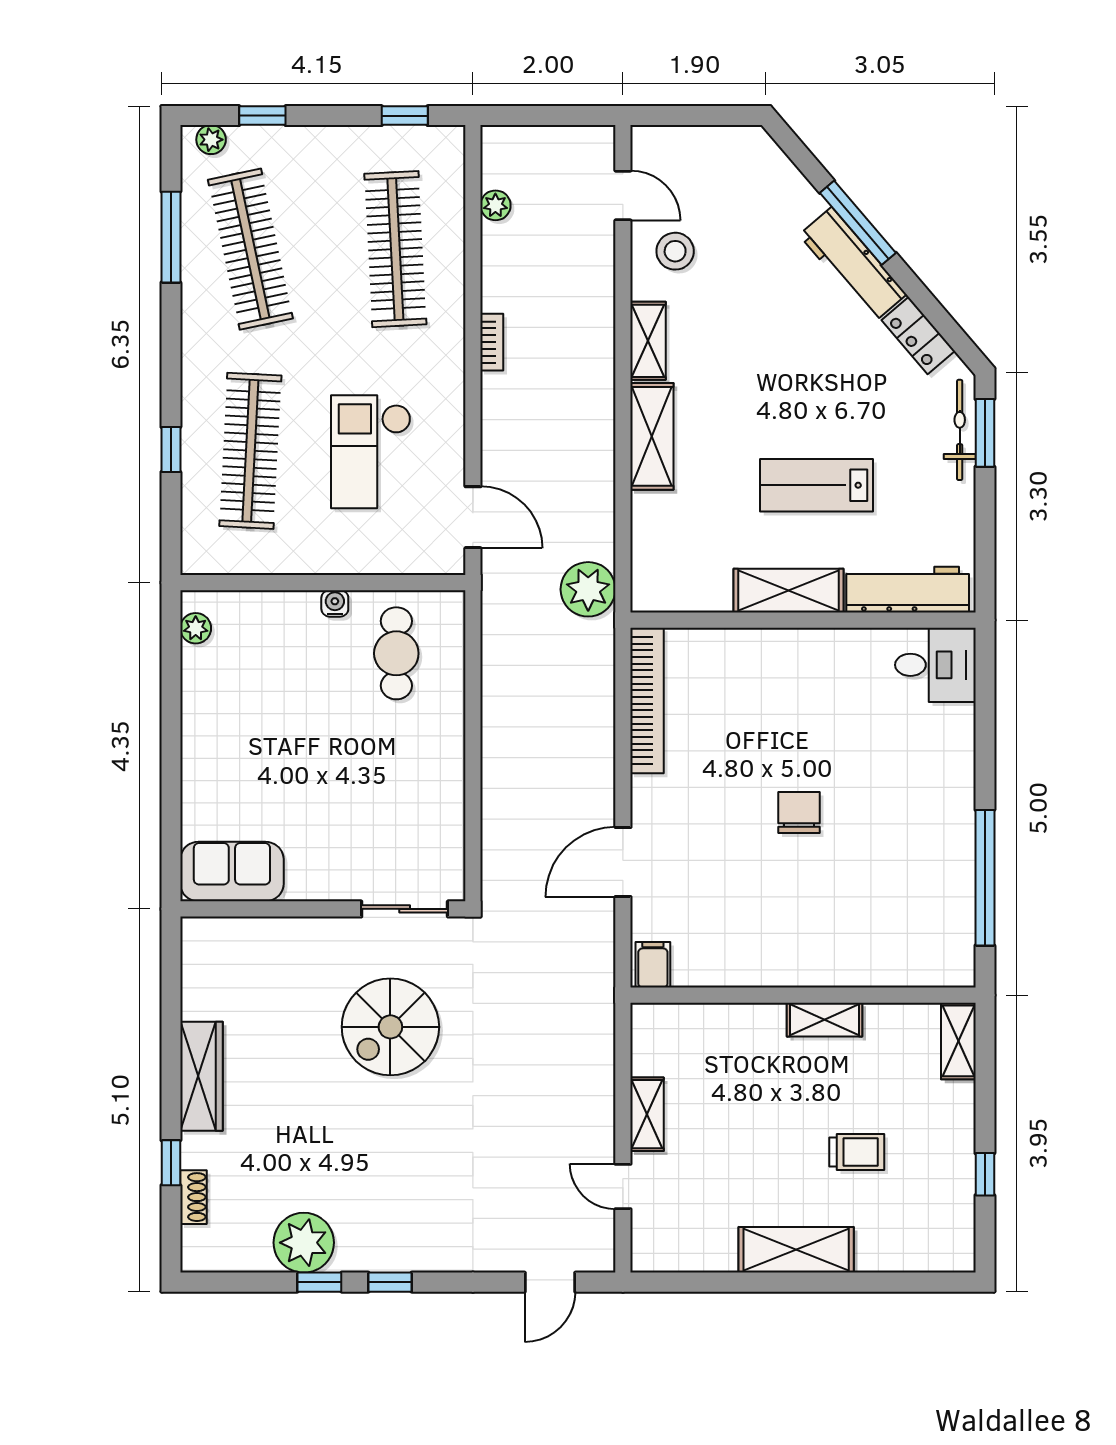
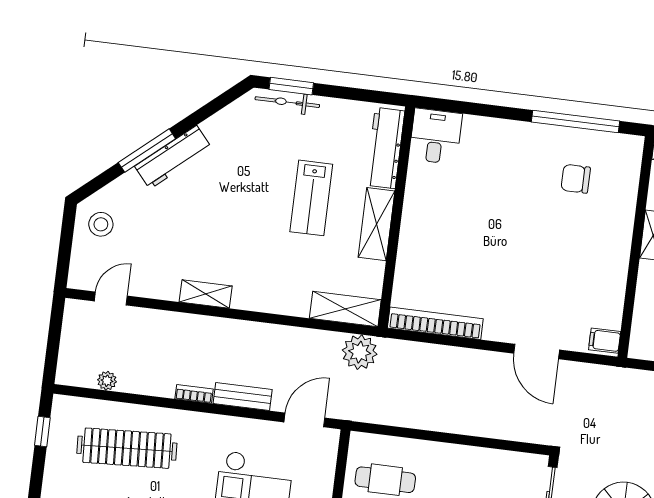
stool: (675, 251) -> (101, 224), moved
locker: (918, 336) -> (224, 121), removed
bench: (497, 418) -> (243, 396), added
shelving: (652, 436) -> (345, 309), moved
chair: (799, 813) -> (576, 179), moved

